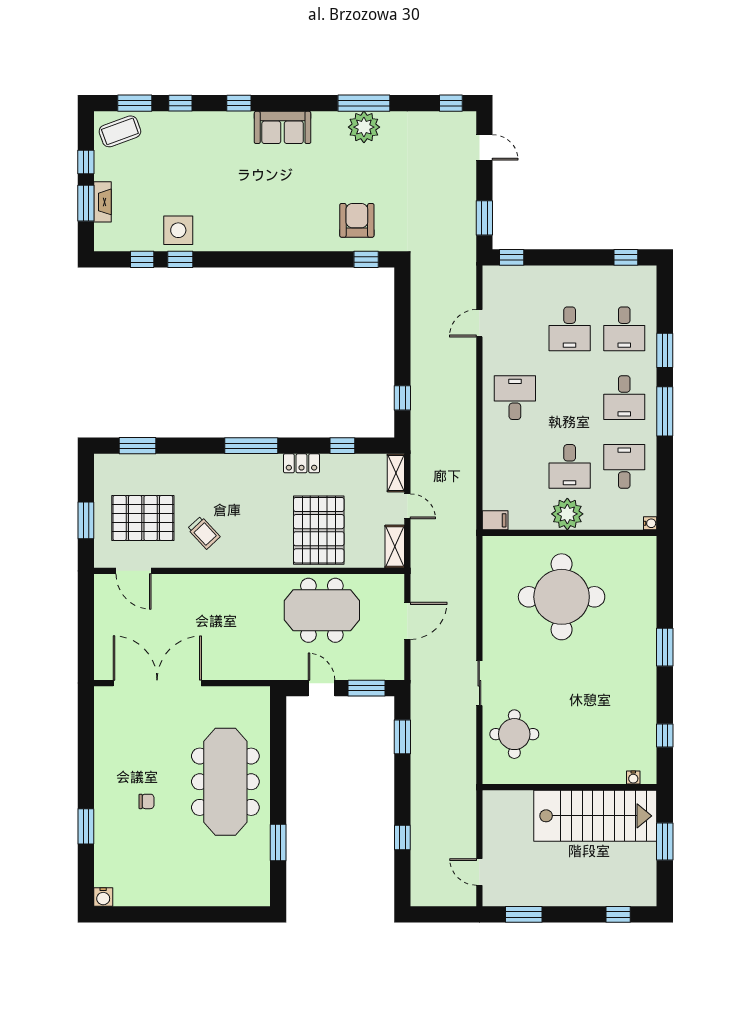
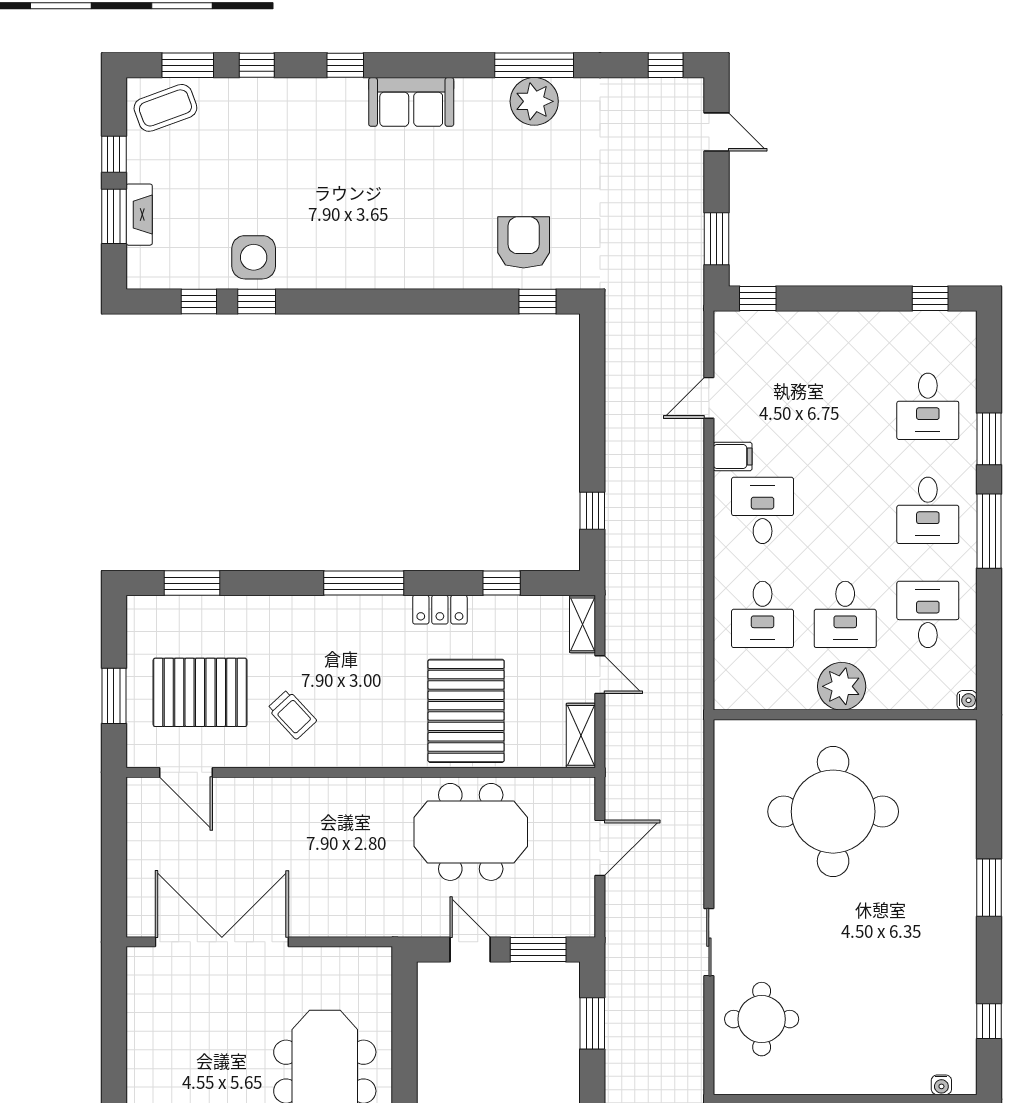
desk: (570, 329) -> (763, 614), moved
filing cabinet: (495, 520) -> (733, 456), moved

